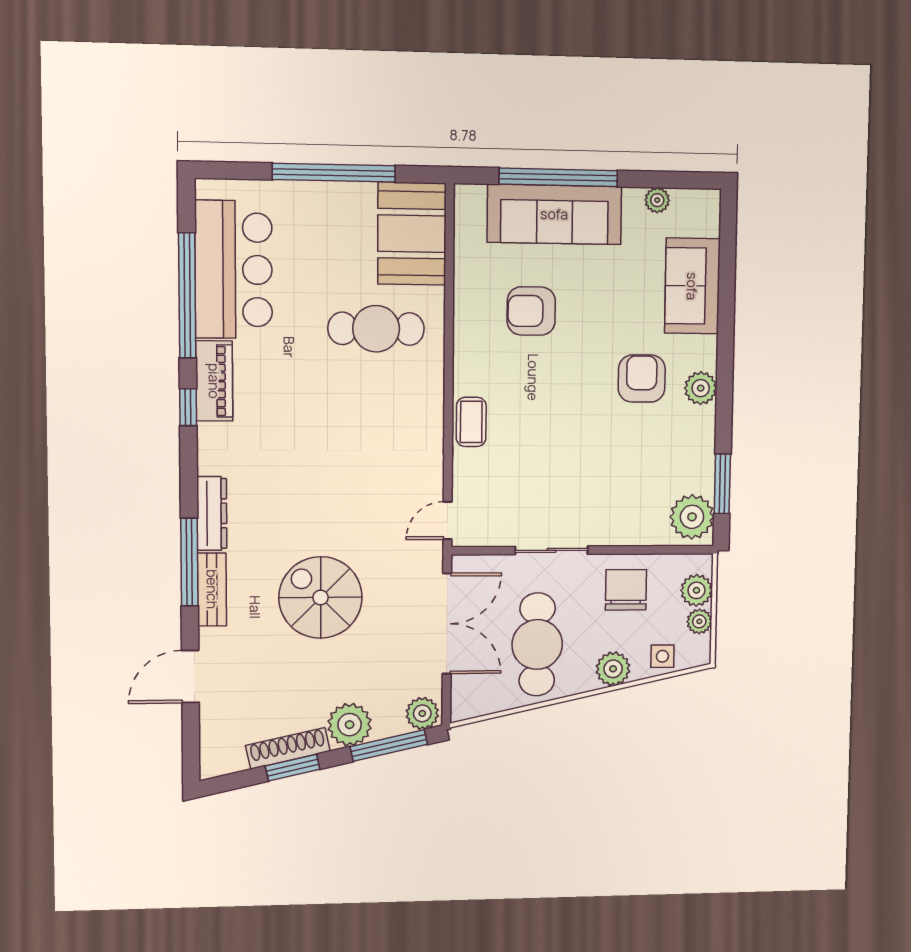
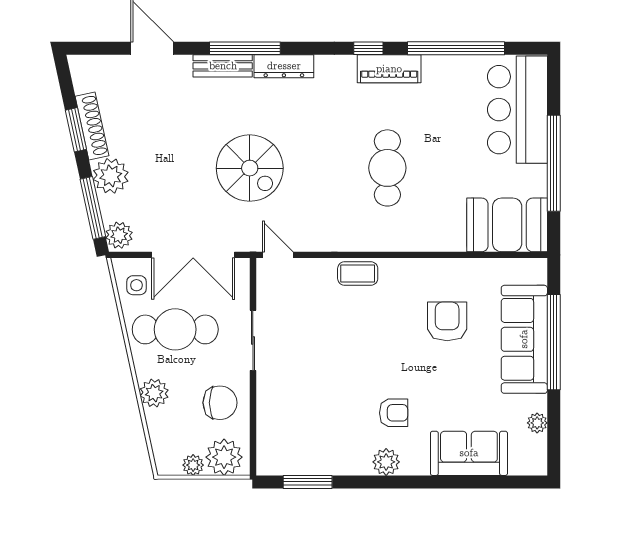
bar counter: (234, 270) -> (517, 110), moved, turned 90
cafe table: (376, 329) -> (387, 168), moved
armchair: (642, 379) -> (394, 413), width x0.72, depth x0.72
plant: (692, 517) -> (280, 457), removed
plant: (696, 590) -> (224, 457), width x1.36, depth x1.36
spiral stairs: (321, 598) -> (250, 168), moved, turned 90
side table: (662, 656) -> (136, 285), moved

